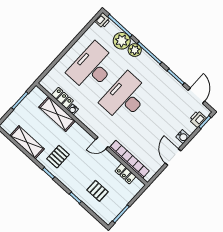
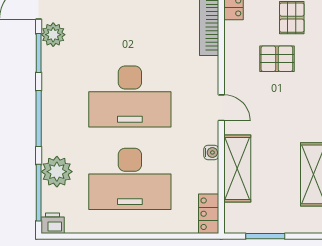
plant: (135, 50) -> (53, 35), moved
locker: (62, 98) -> (209, 214), moved
door: (102, 143) -> (221, 108), moved
pallet: (58, 157) -> (277, 59), moved

